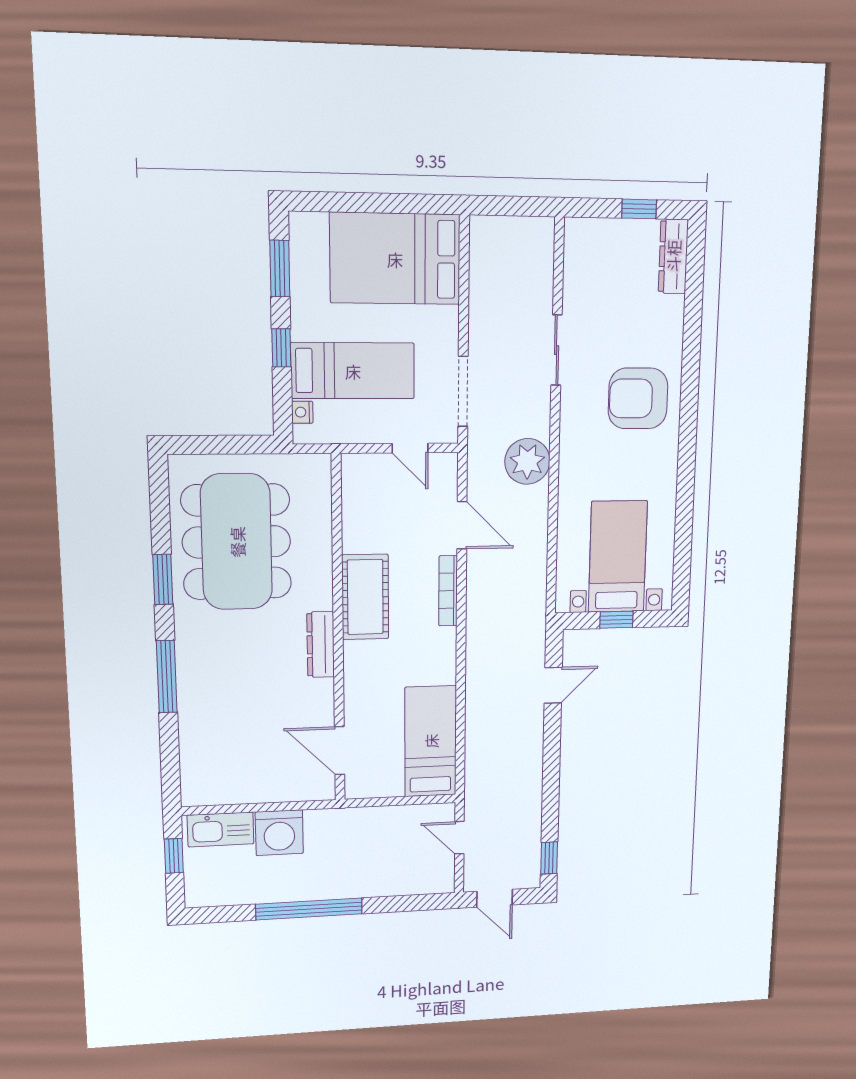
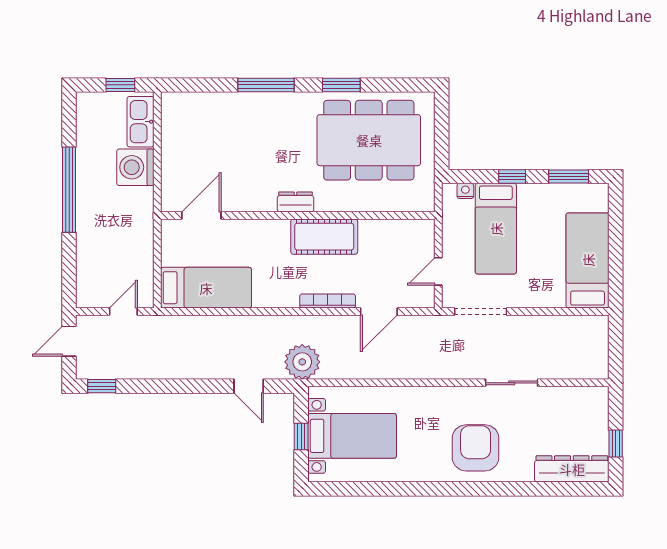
dresser: (673, 256) -> (572, 469), width x1.37, depth x1.24
bed: (395, 259) -> (588, 260), width x0.67
plant: (527, 461) -> (302, 362), moved
dresser: (321, 645) -> (296, 202), width x0.70

